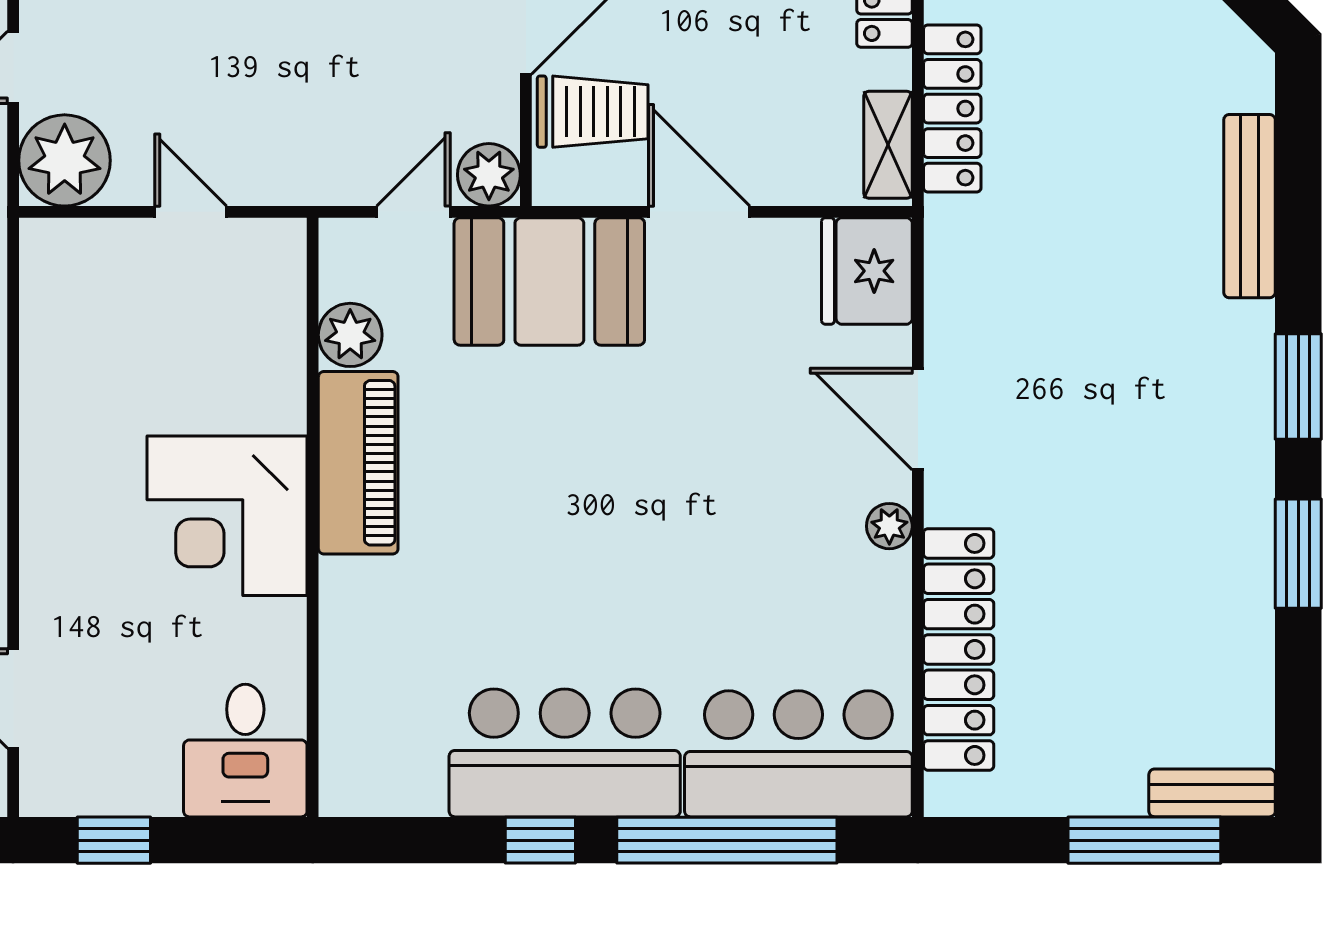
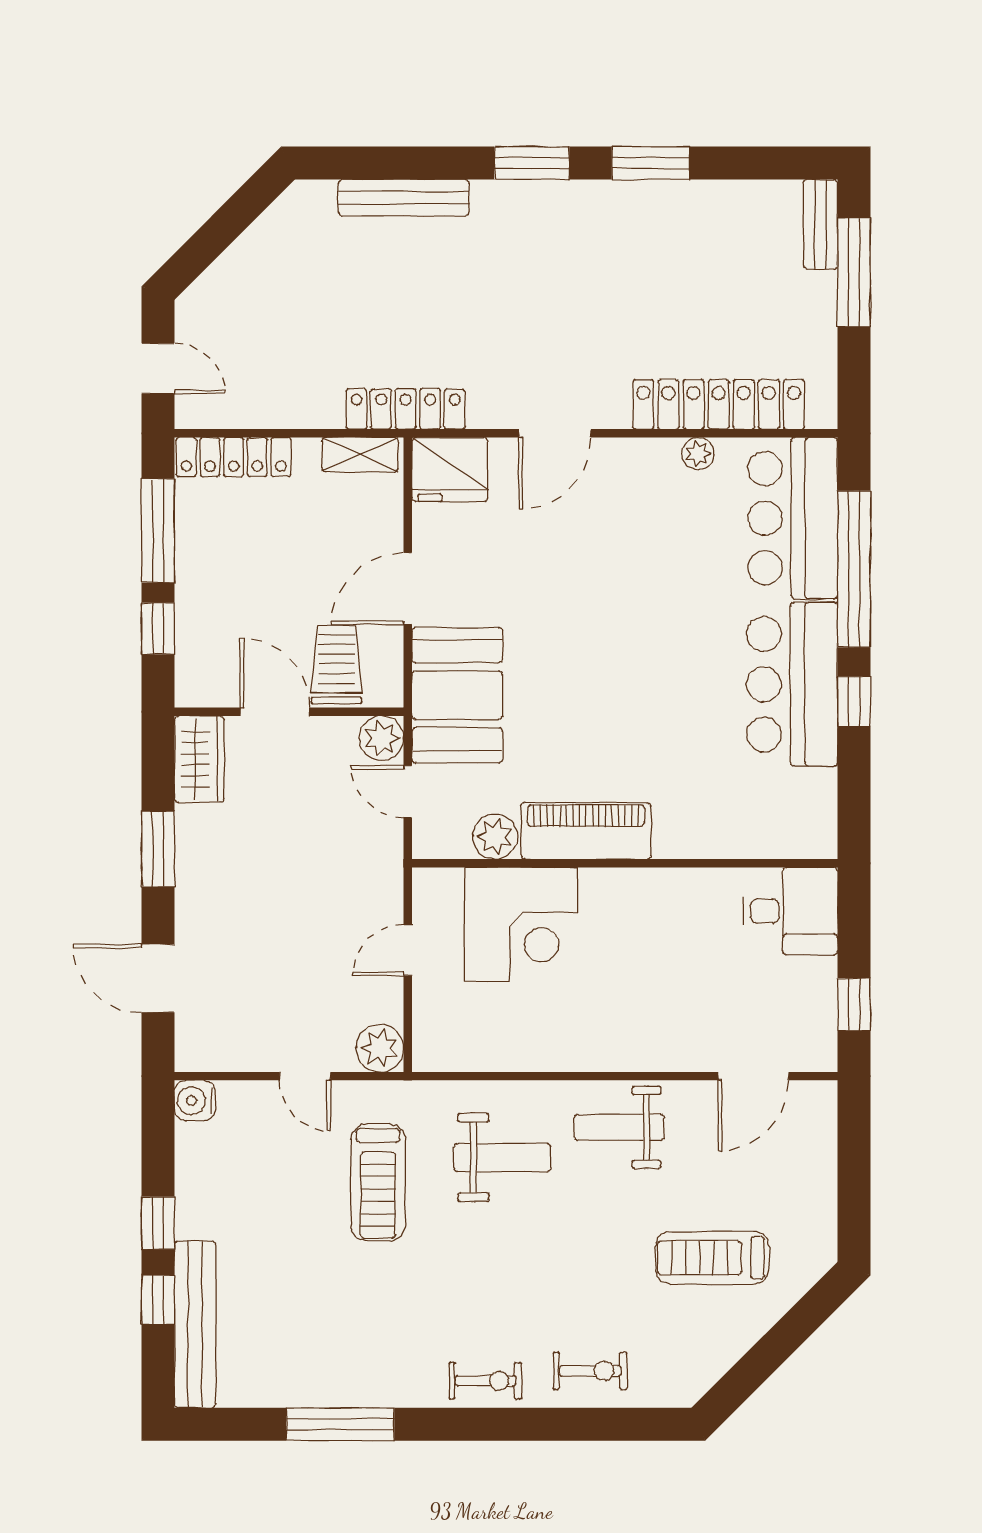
locker: (952, 109) -> (406, 409), moved
plant: (65, 160) -> (380, 1048), width x0.73, depth x0.73
corner desk: (227, 516) -> (521, 924), moved
plant: (889, 526) -> (698, 454), moved

